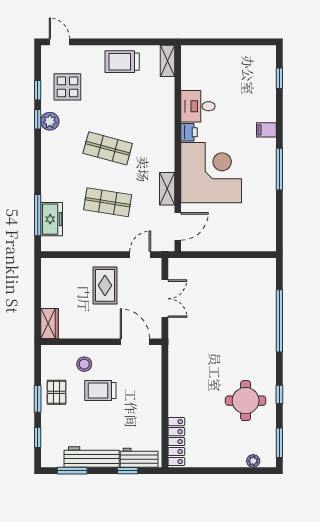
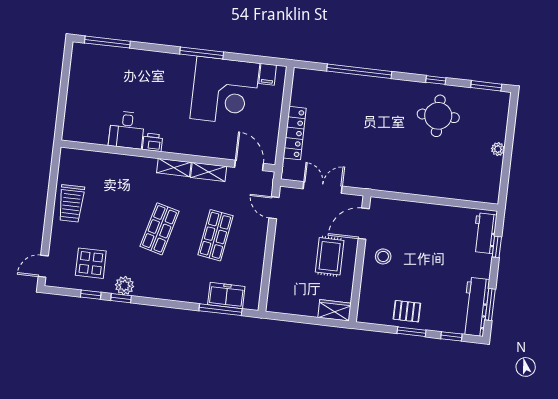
shelving: (167, 61) -> (174, 167), moved
window: (279, 78) -> (107, 42), width x2.17
filing cabinet: (266, 130) -> (268, 74), moved
corner desk: (211, 173) -> (225, 91), moved, turned 180
rug: (105, 285) -> (330, 256), moved, turned 90
stool: (84, 364) -> (383, 256), moved
trolley: (100, 391) -> (410, 266), removed
locker: (176, 442) -> (295, 133), moved, turned 90
workbench: (92, 457) -> (476, 307), moved
plant: (253, 461) -> (498, 149), moved

